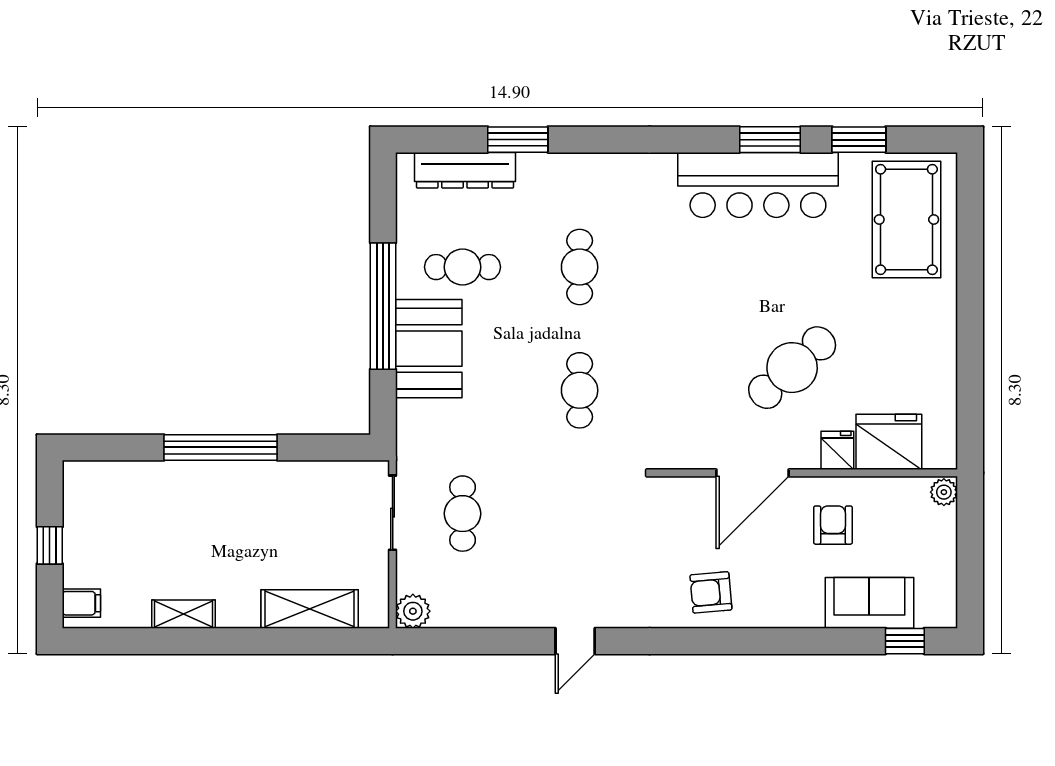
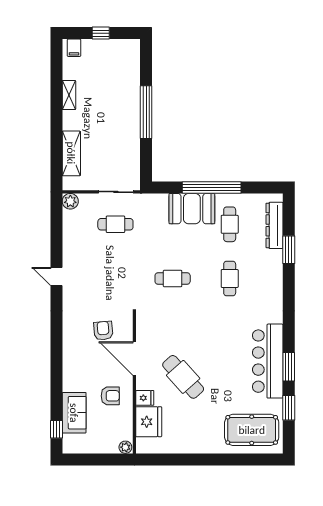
cafe table: (580, 267) -> (230, 278), turned 90
armchair: (711, 592) -> (103, 331), moved

